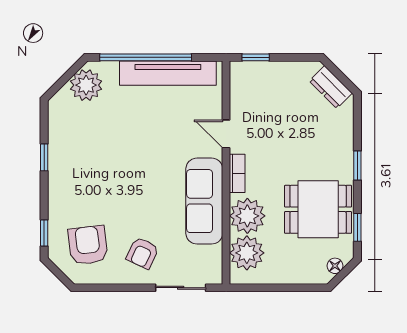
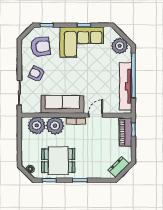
piano: (261, 73) -> (125, 133), added
corner sofa: (79, 162) -> (82, 42), added
dining table: (318, 209) -> (58, 161), turned 90

